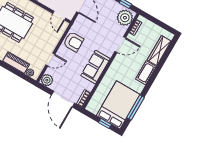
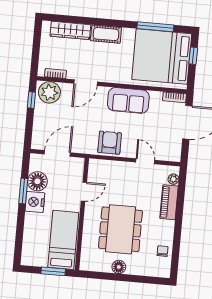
door: (59, 16) -> (84, 192), moved
door: (120, 44) -> (86, 83), swing flipped
plant: (47, 80) -> (173, 154), removed
bed: (118, 105) -> (162, 57), width x1.36

